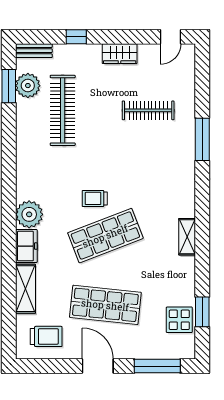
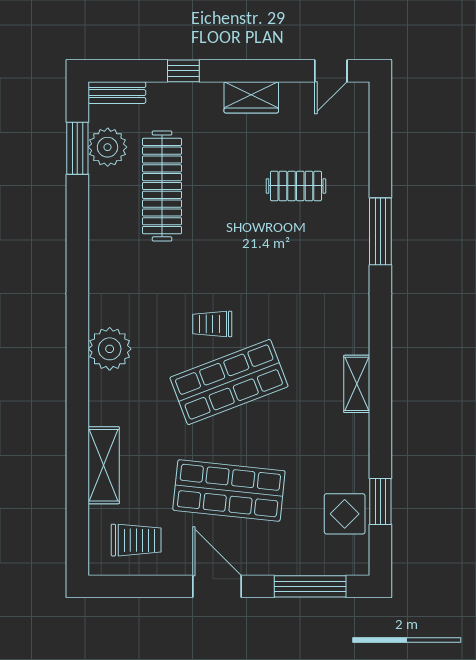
clothes rail: (148, 110) -> (296, 186), width x0.73
freezer: (26, 246) -> (105, 398), removed

